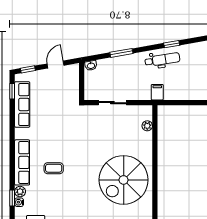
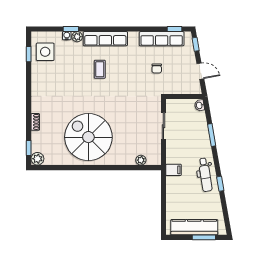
chair: (53, 110) -> (157, 68), added

